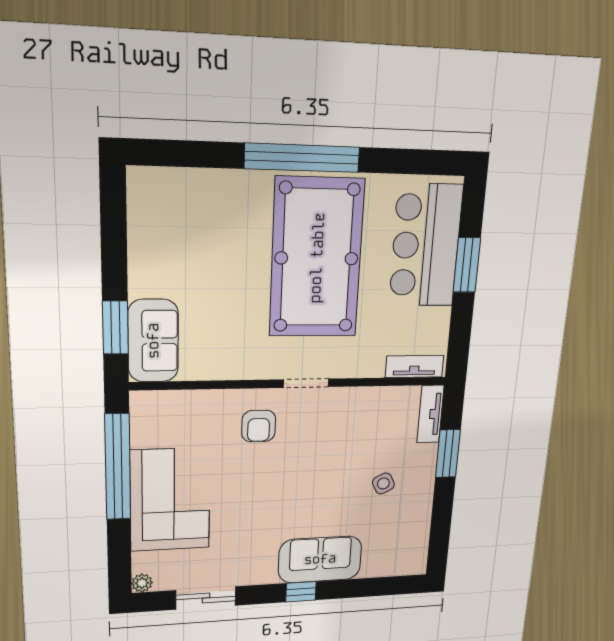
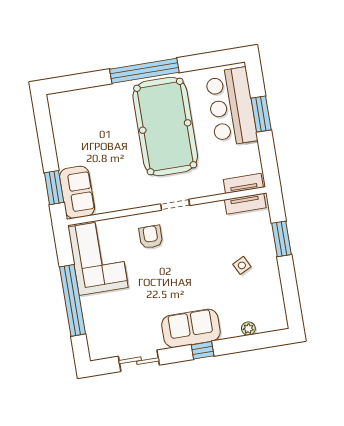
tv unit: (430, 414) -> (245, 204), moved, turned -90
armchair: (259, 426) -> (151, 237), turned 180
window: (118, 467) -> (72, 300), moved
corner sofa: (170, 500) -> (98, 257), moved
sofa: (320, 559) -> (191, 328), moved
plant: (142, 583) -> (248, 329), moved

